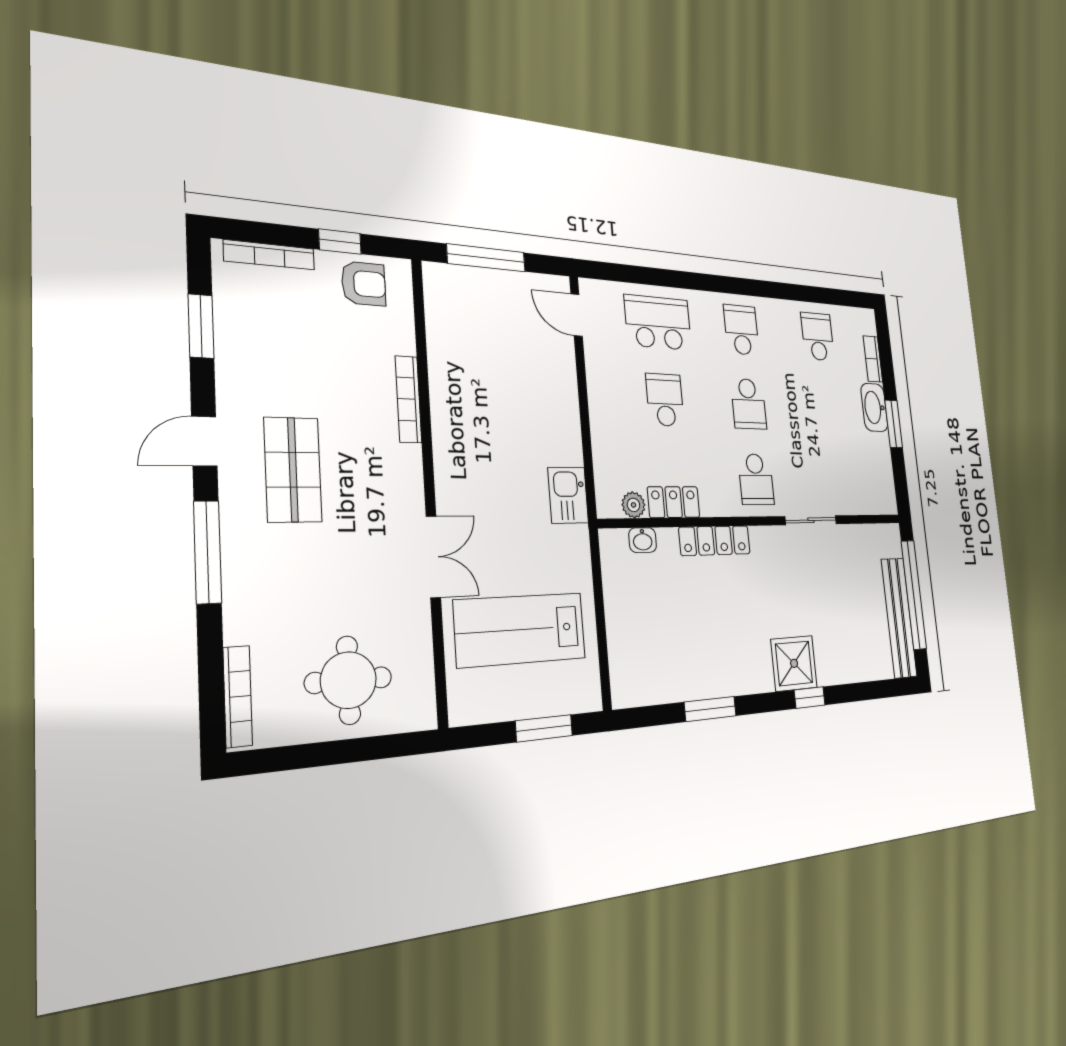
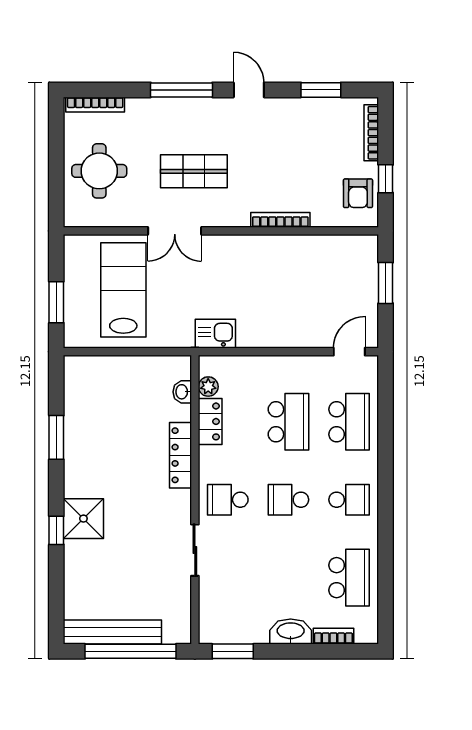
window: (486, 258) -> (386, 283), width x0.69
school desk: (818, 337) -> (349, 578), width x1.85
school desk: (665, 400) -> (288, 422), width x1.85
window: (894, 424) -> (233, 651), moved
shop shelf: (293, 470) -> (194, 171), moved

